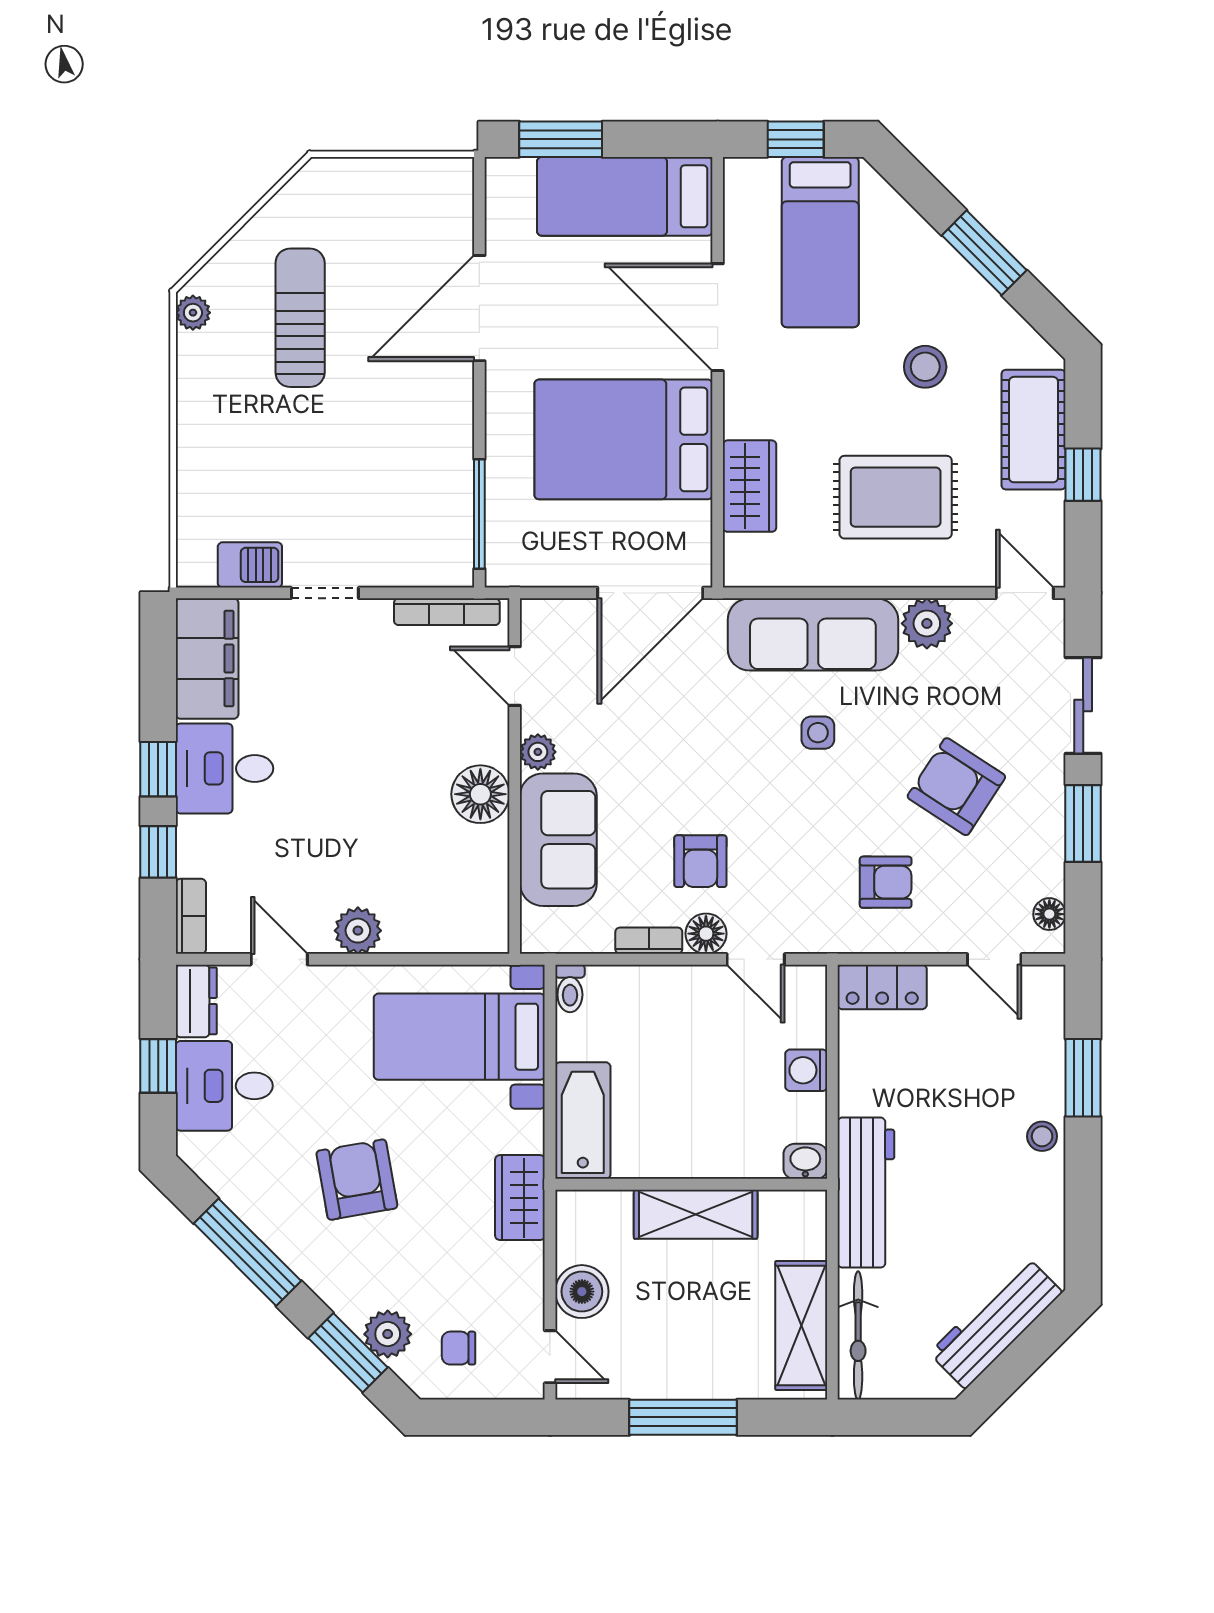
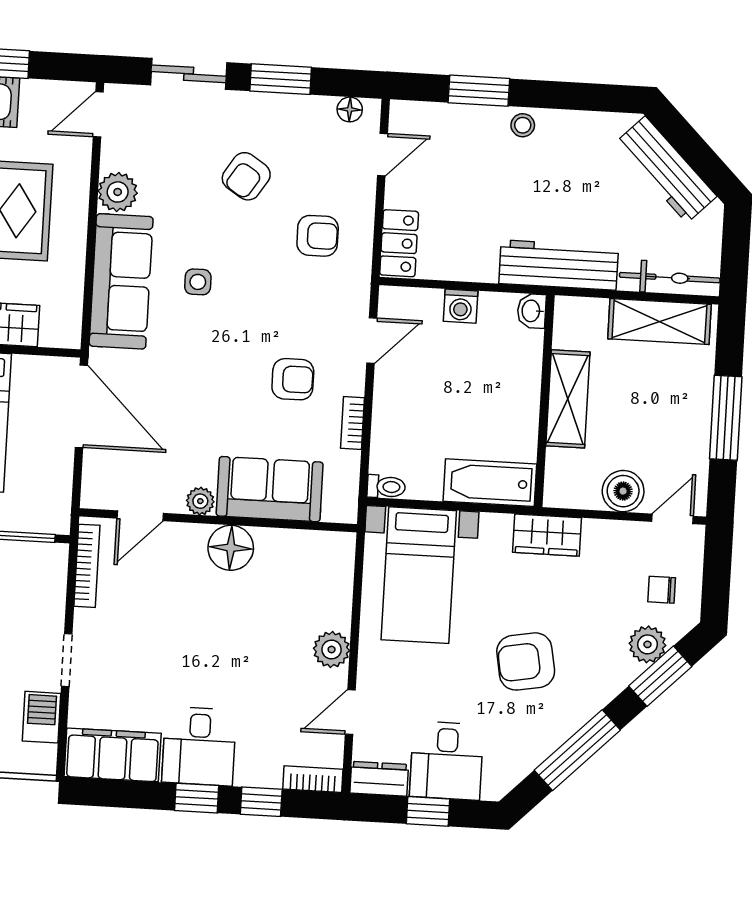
armchair: (956, 787) -> (246, 176), width x0.72, depth x0.72
armchair: (886, 882) -> (318, 236), turned 90
floor lamp: (706, 934) -> (350, 378), removed
chair: (459, 1348) -> (662, 590), turned 90

